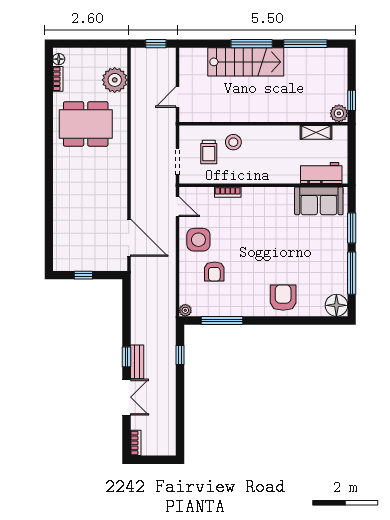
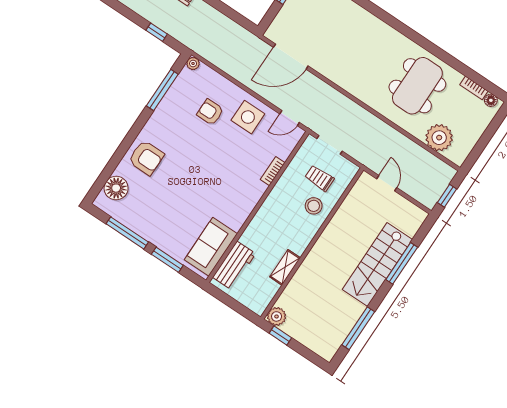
window: (252, 44) -> (402, 263), moved
shelving: (316, 132) -> (285, 267), moved
floor lamp: (336, 305) -> (116, 188), moved

